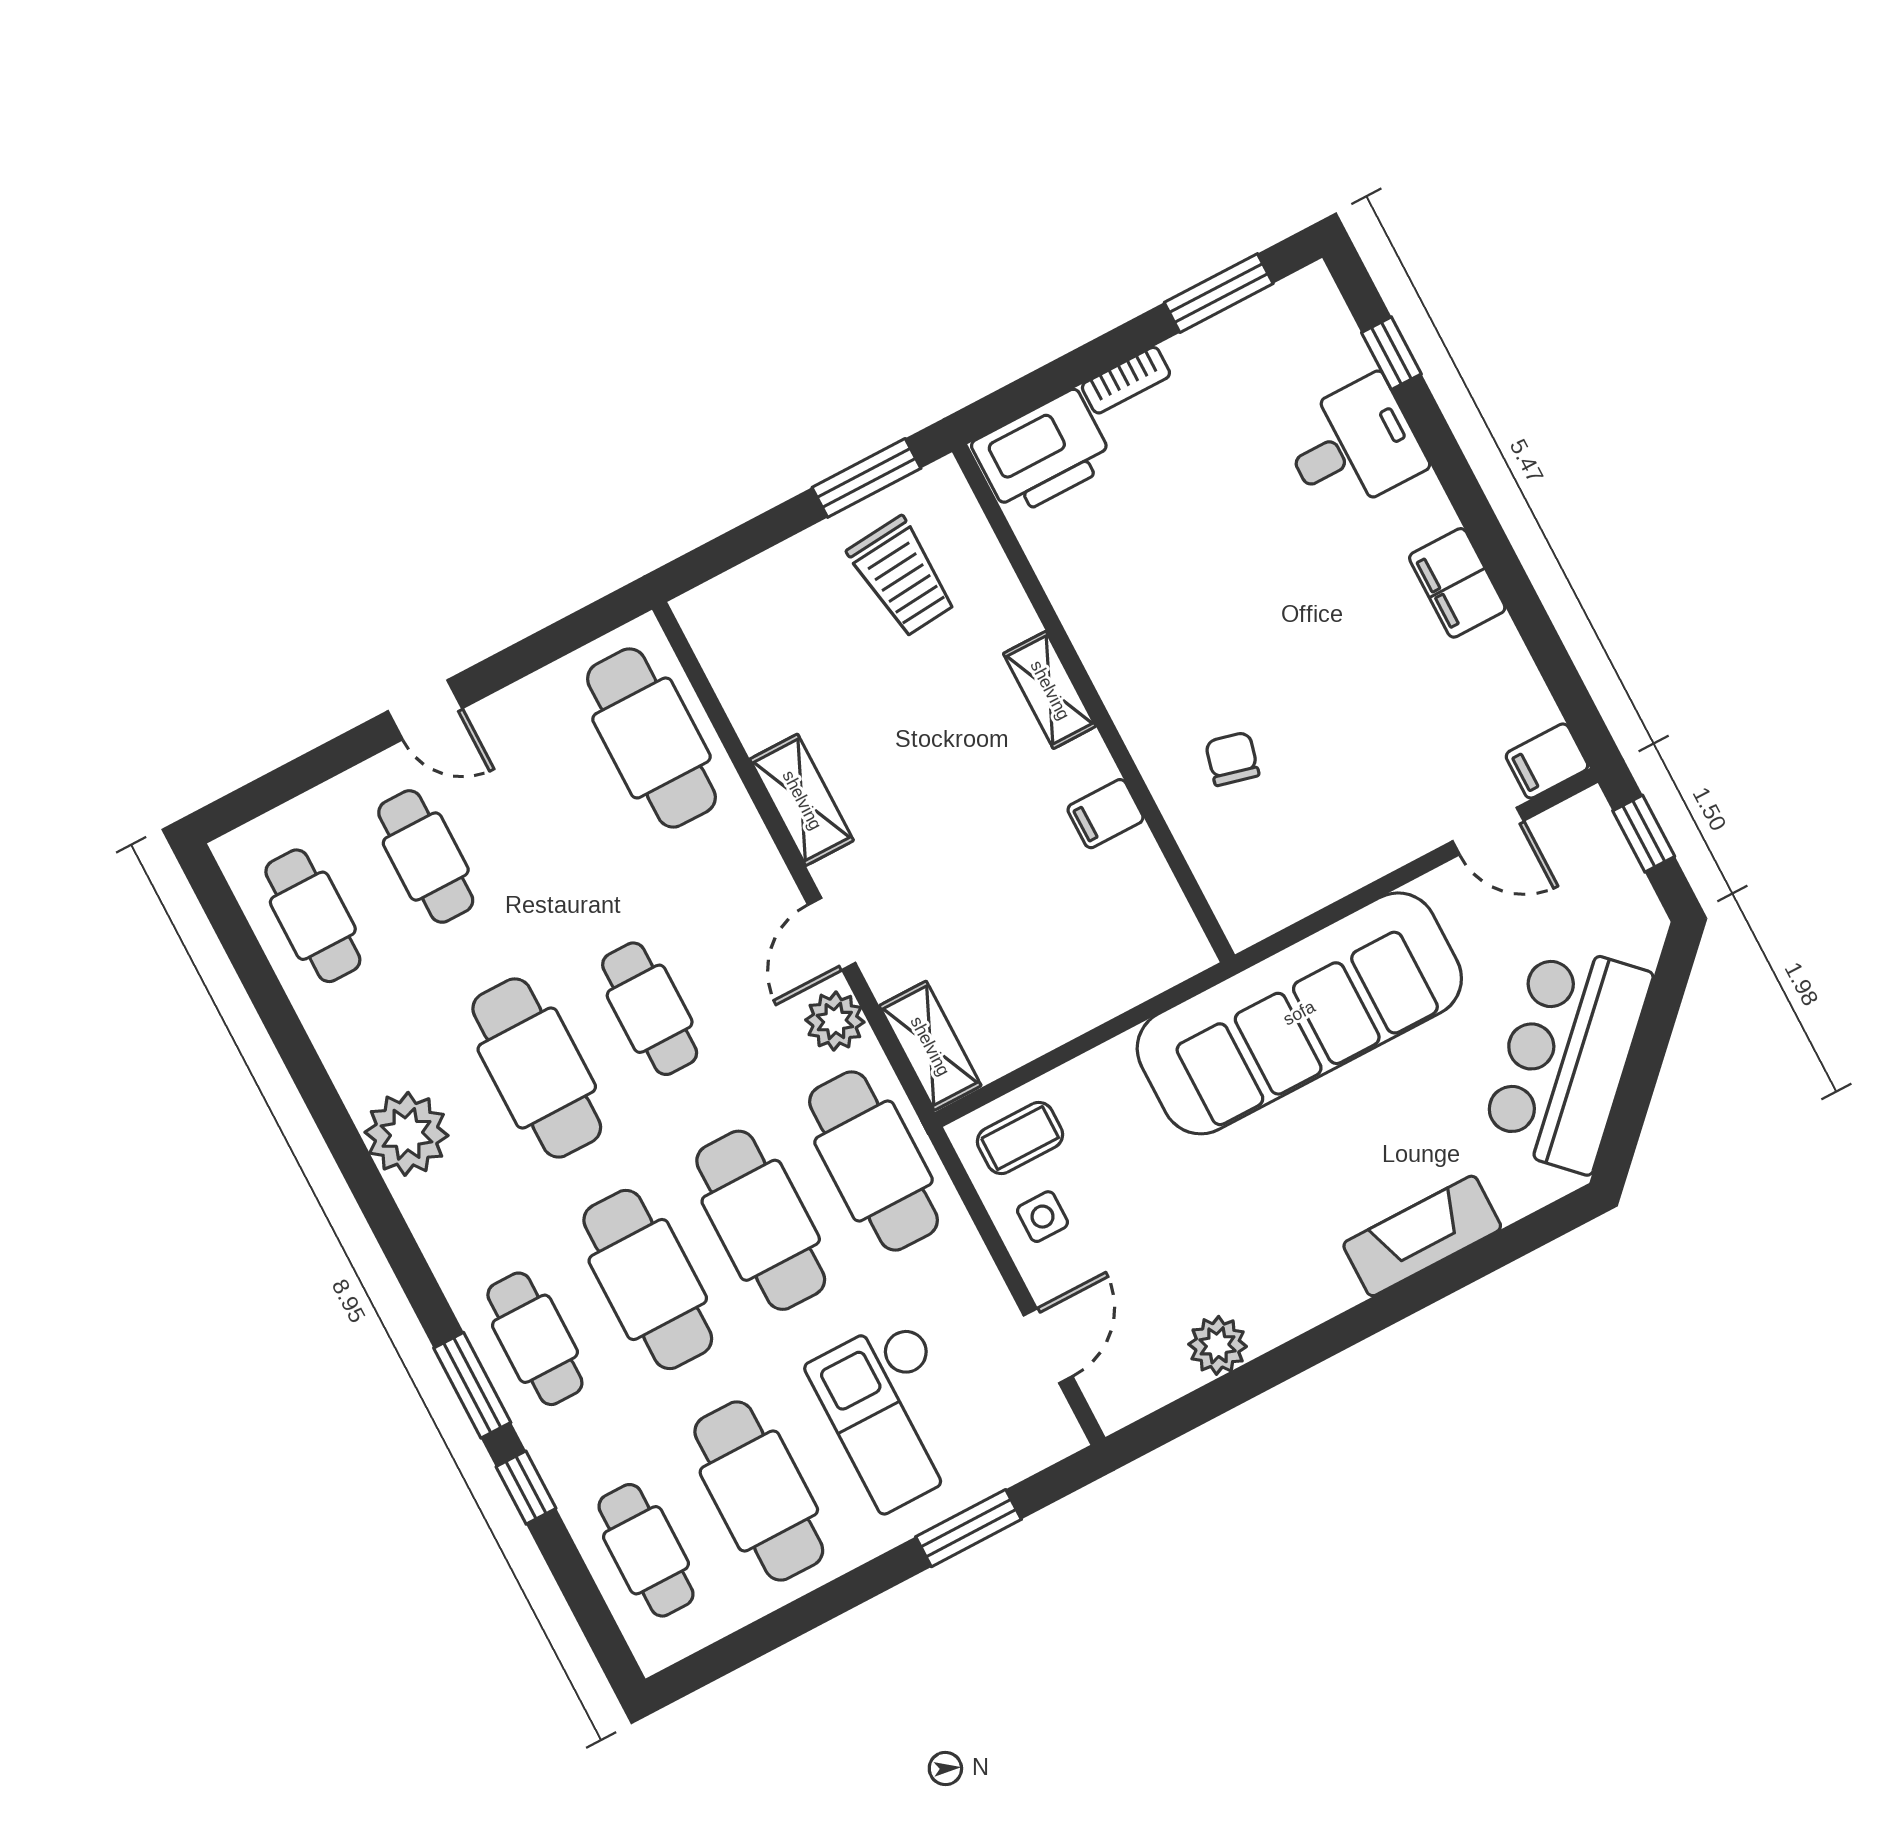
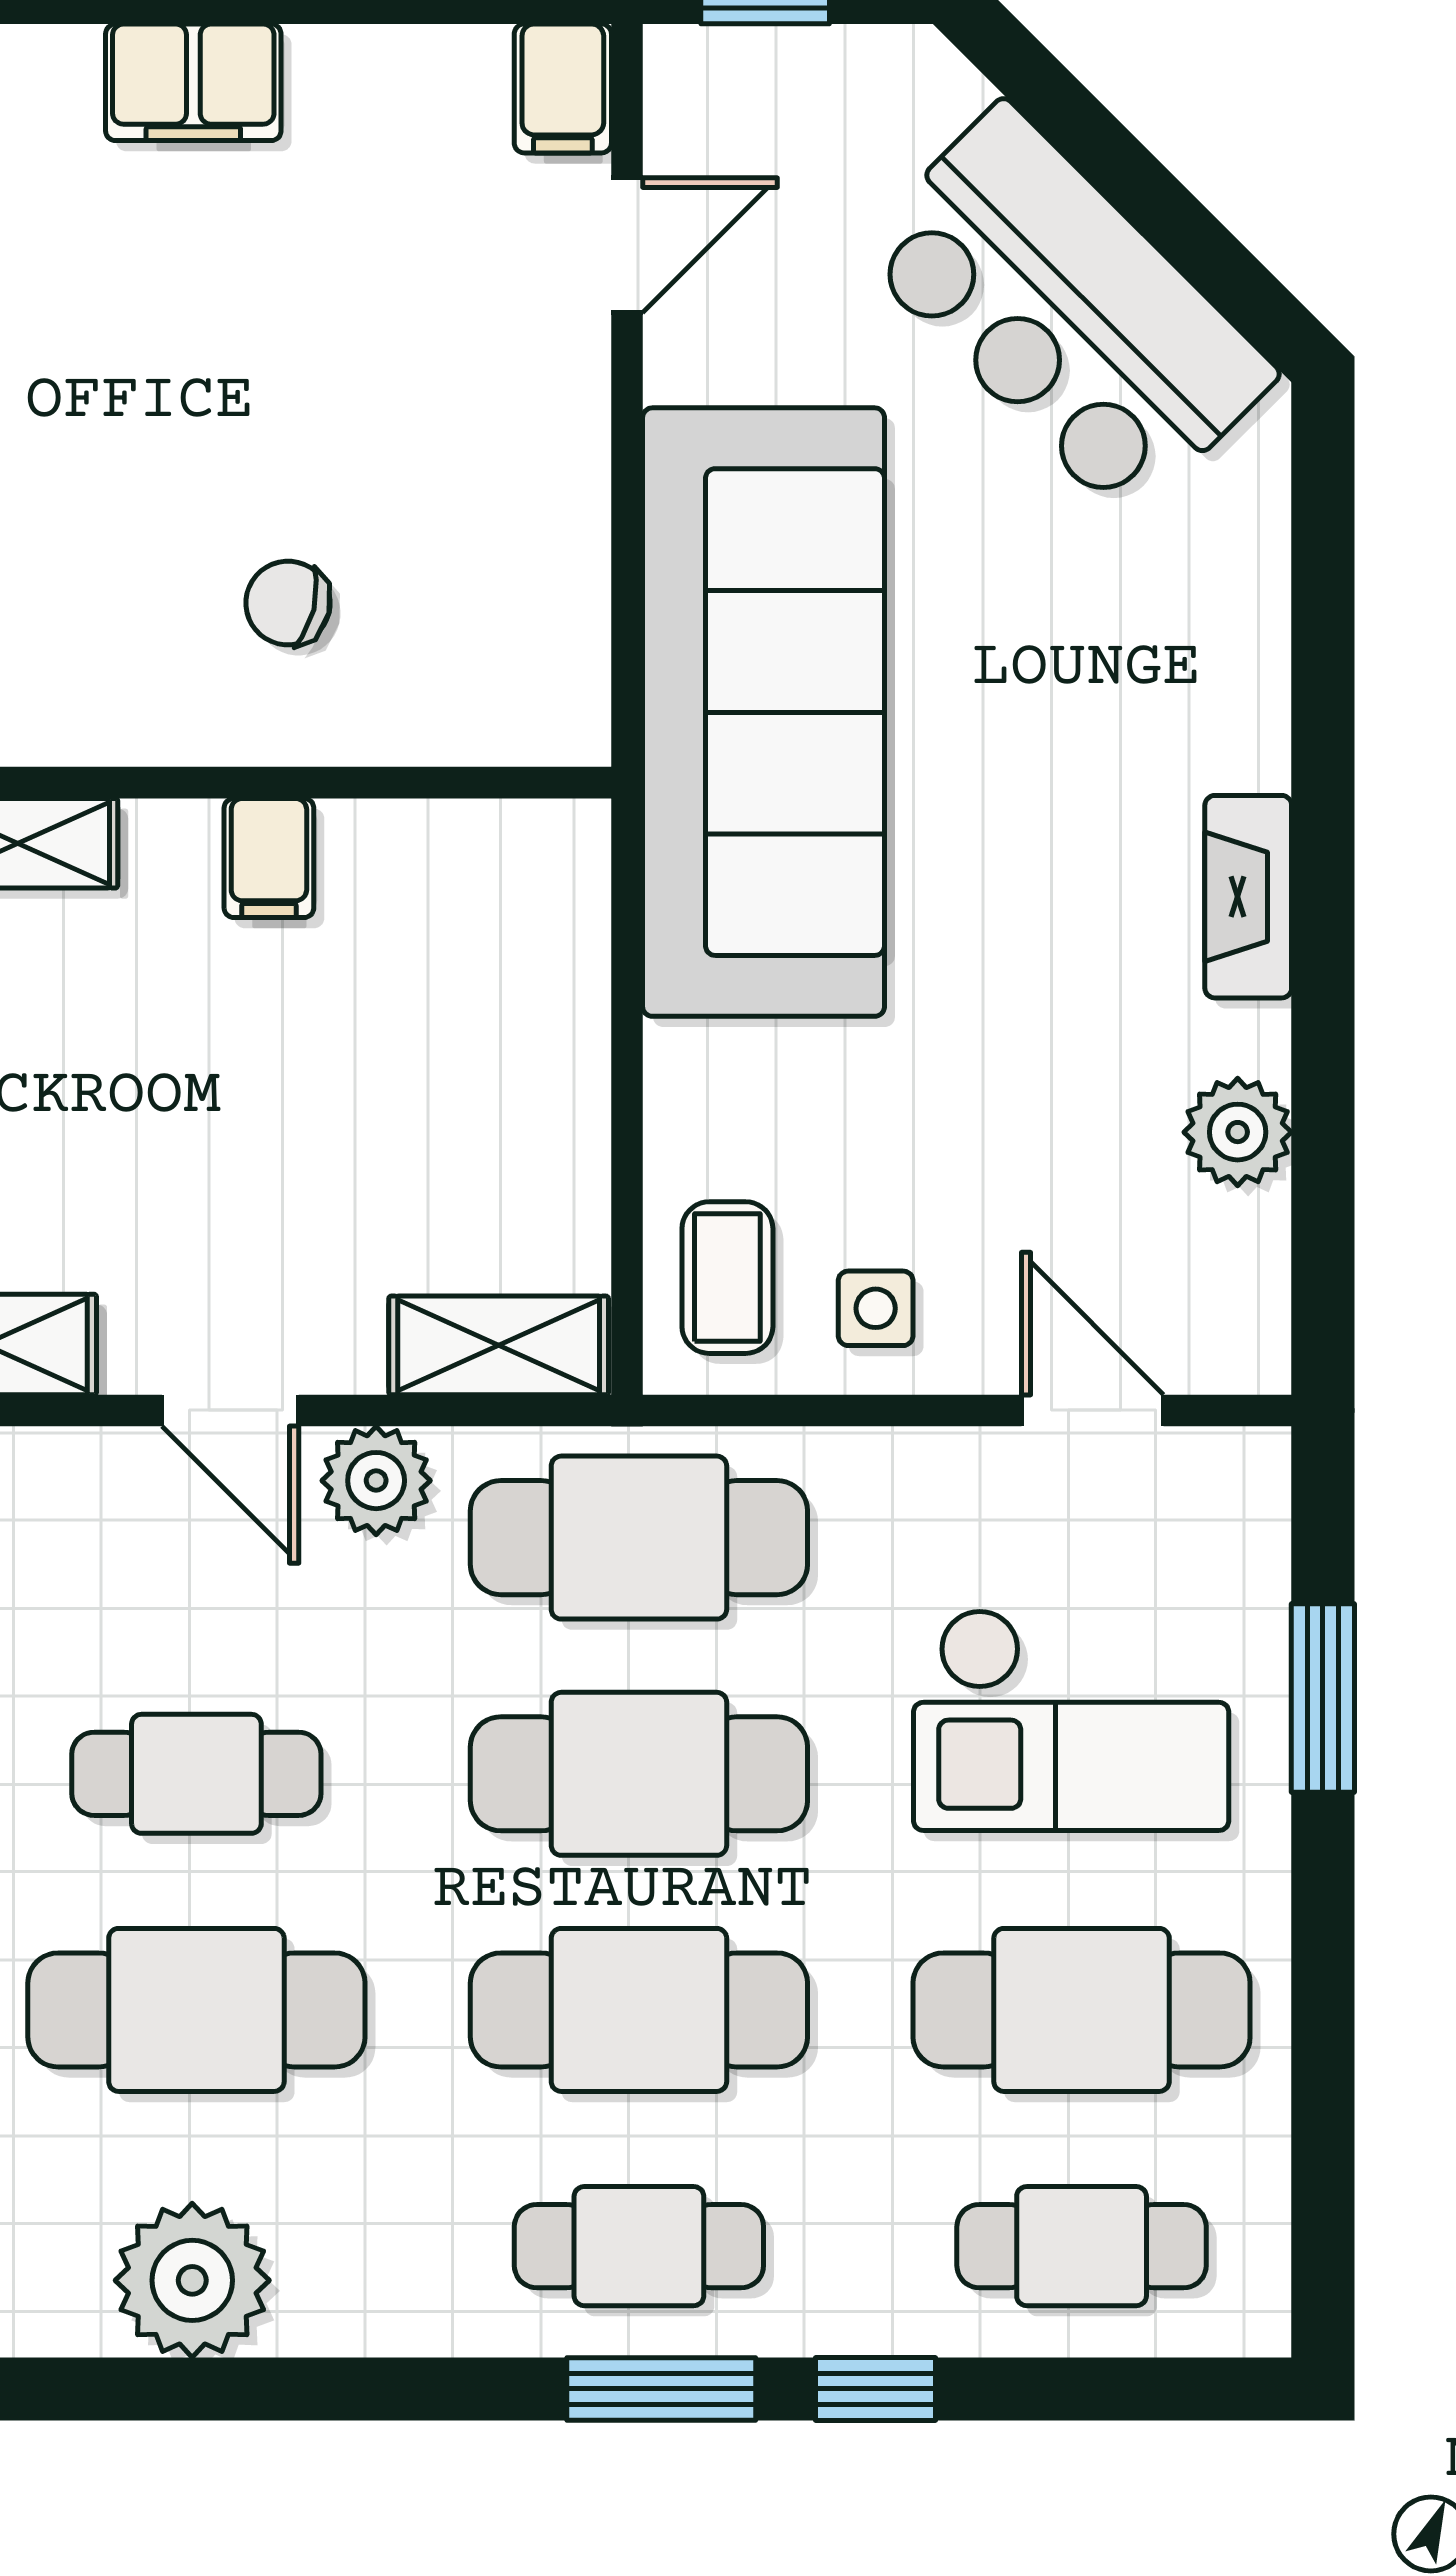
fireplace: (1422, 1236) -> (1248, 897), moved, width x0.73, depth x0.76

